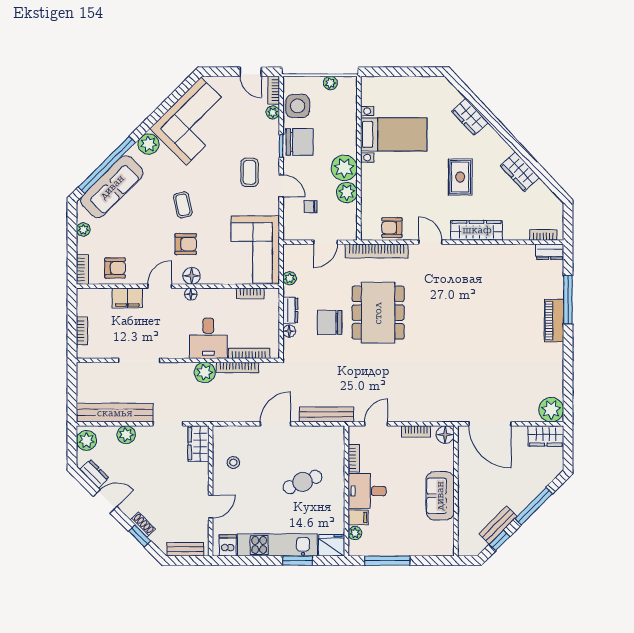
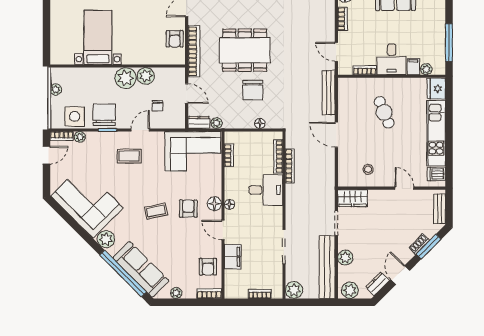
armchair: (115, 268) -> (208, 267), turned 180
dresser: (290, 310) -> (199, 122), moved
plant: (205, 372) -> (294, 290), moved
window: (140, 536) -> (429, 247), width x1.50
window: (298, 561) -> (449, 116), removed

